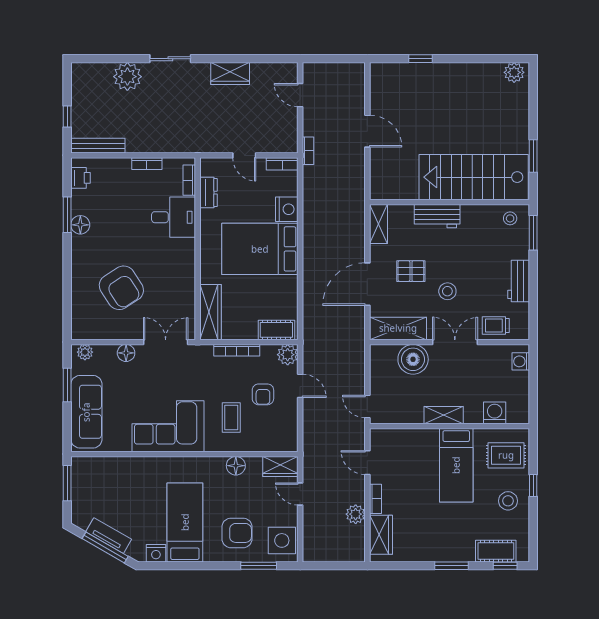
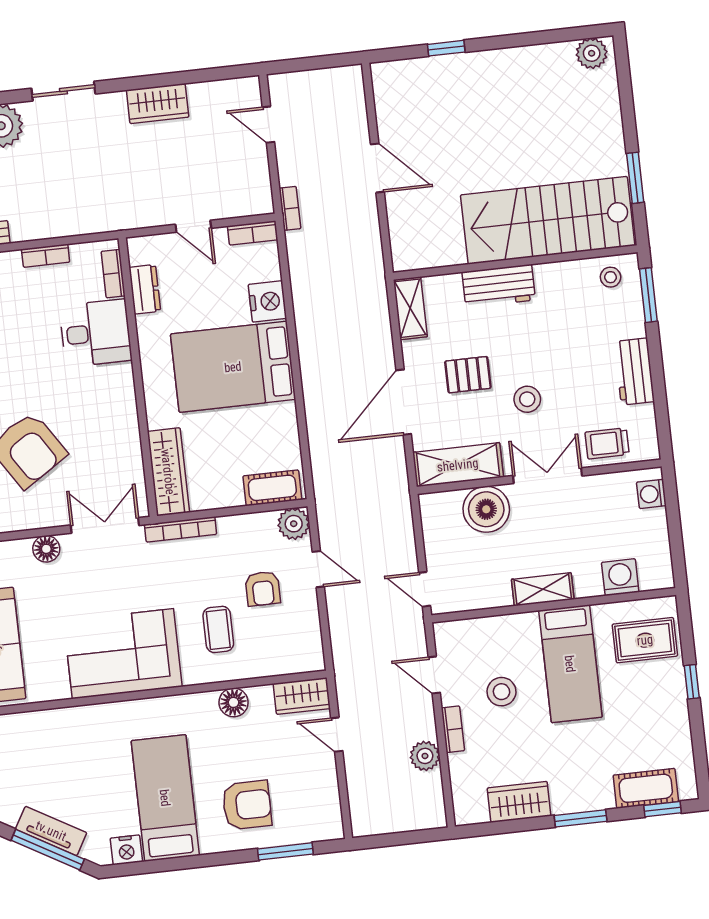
bookcase: (237, 350) -> (181, 529), moved
stool: (508, 501) -> (502, 692), moved
wardrobe: (381, 535) -> (519, 802), moved, turned -90
side table: (282, 540) -> (317, 809), removed

